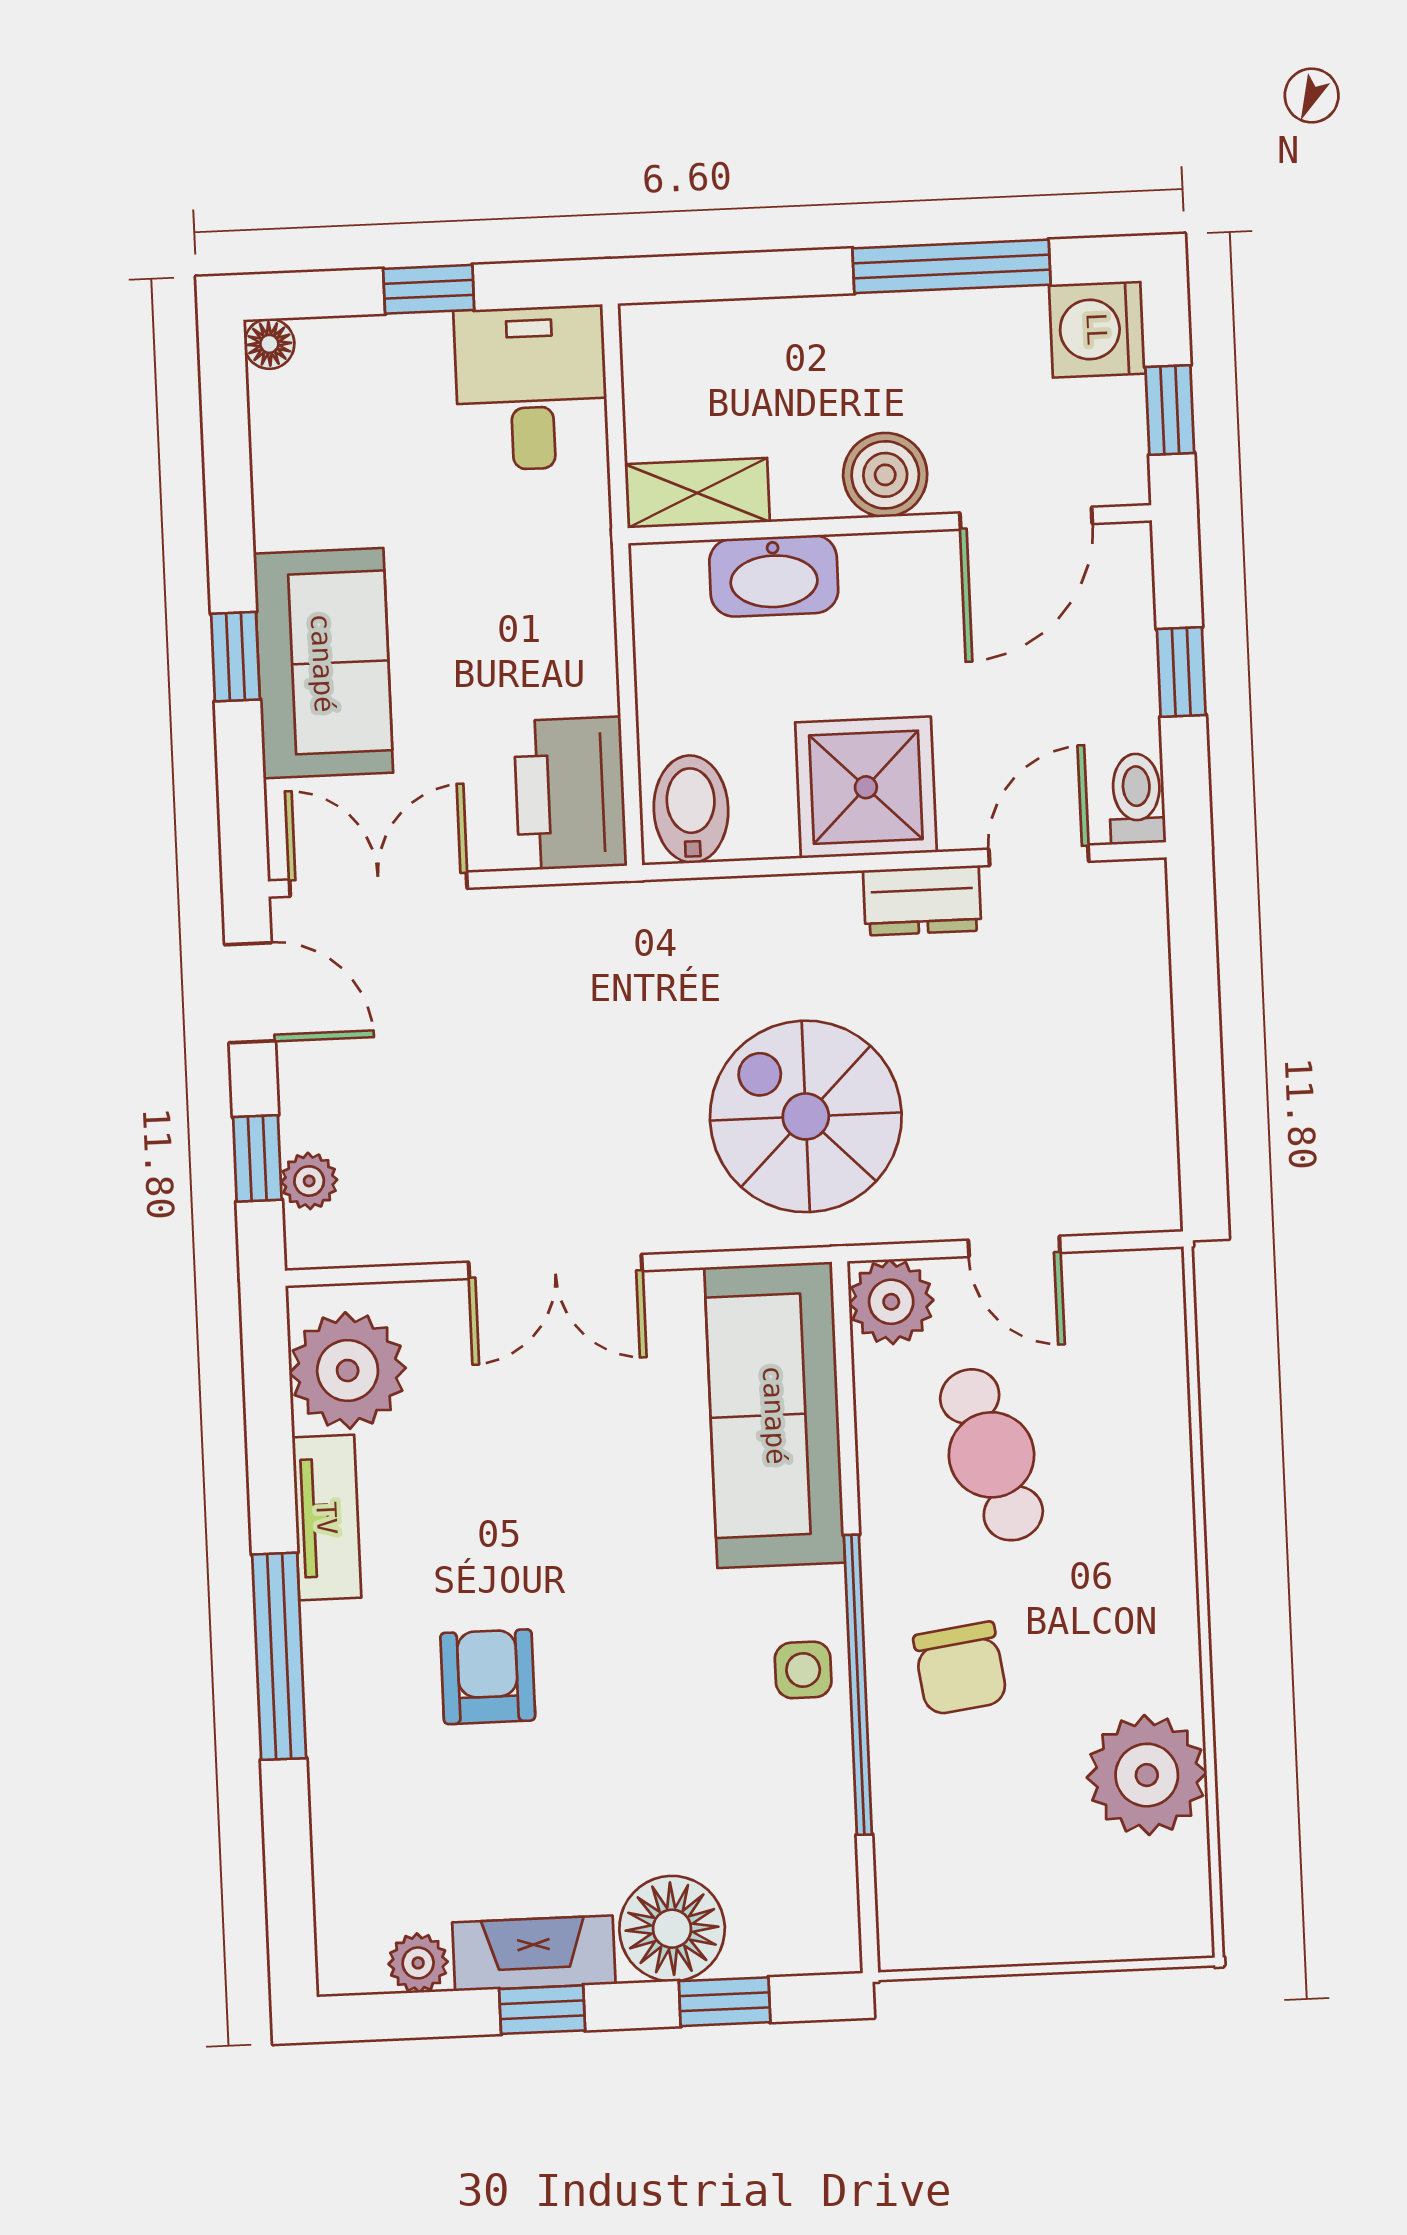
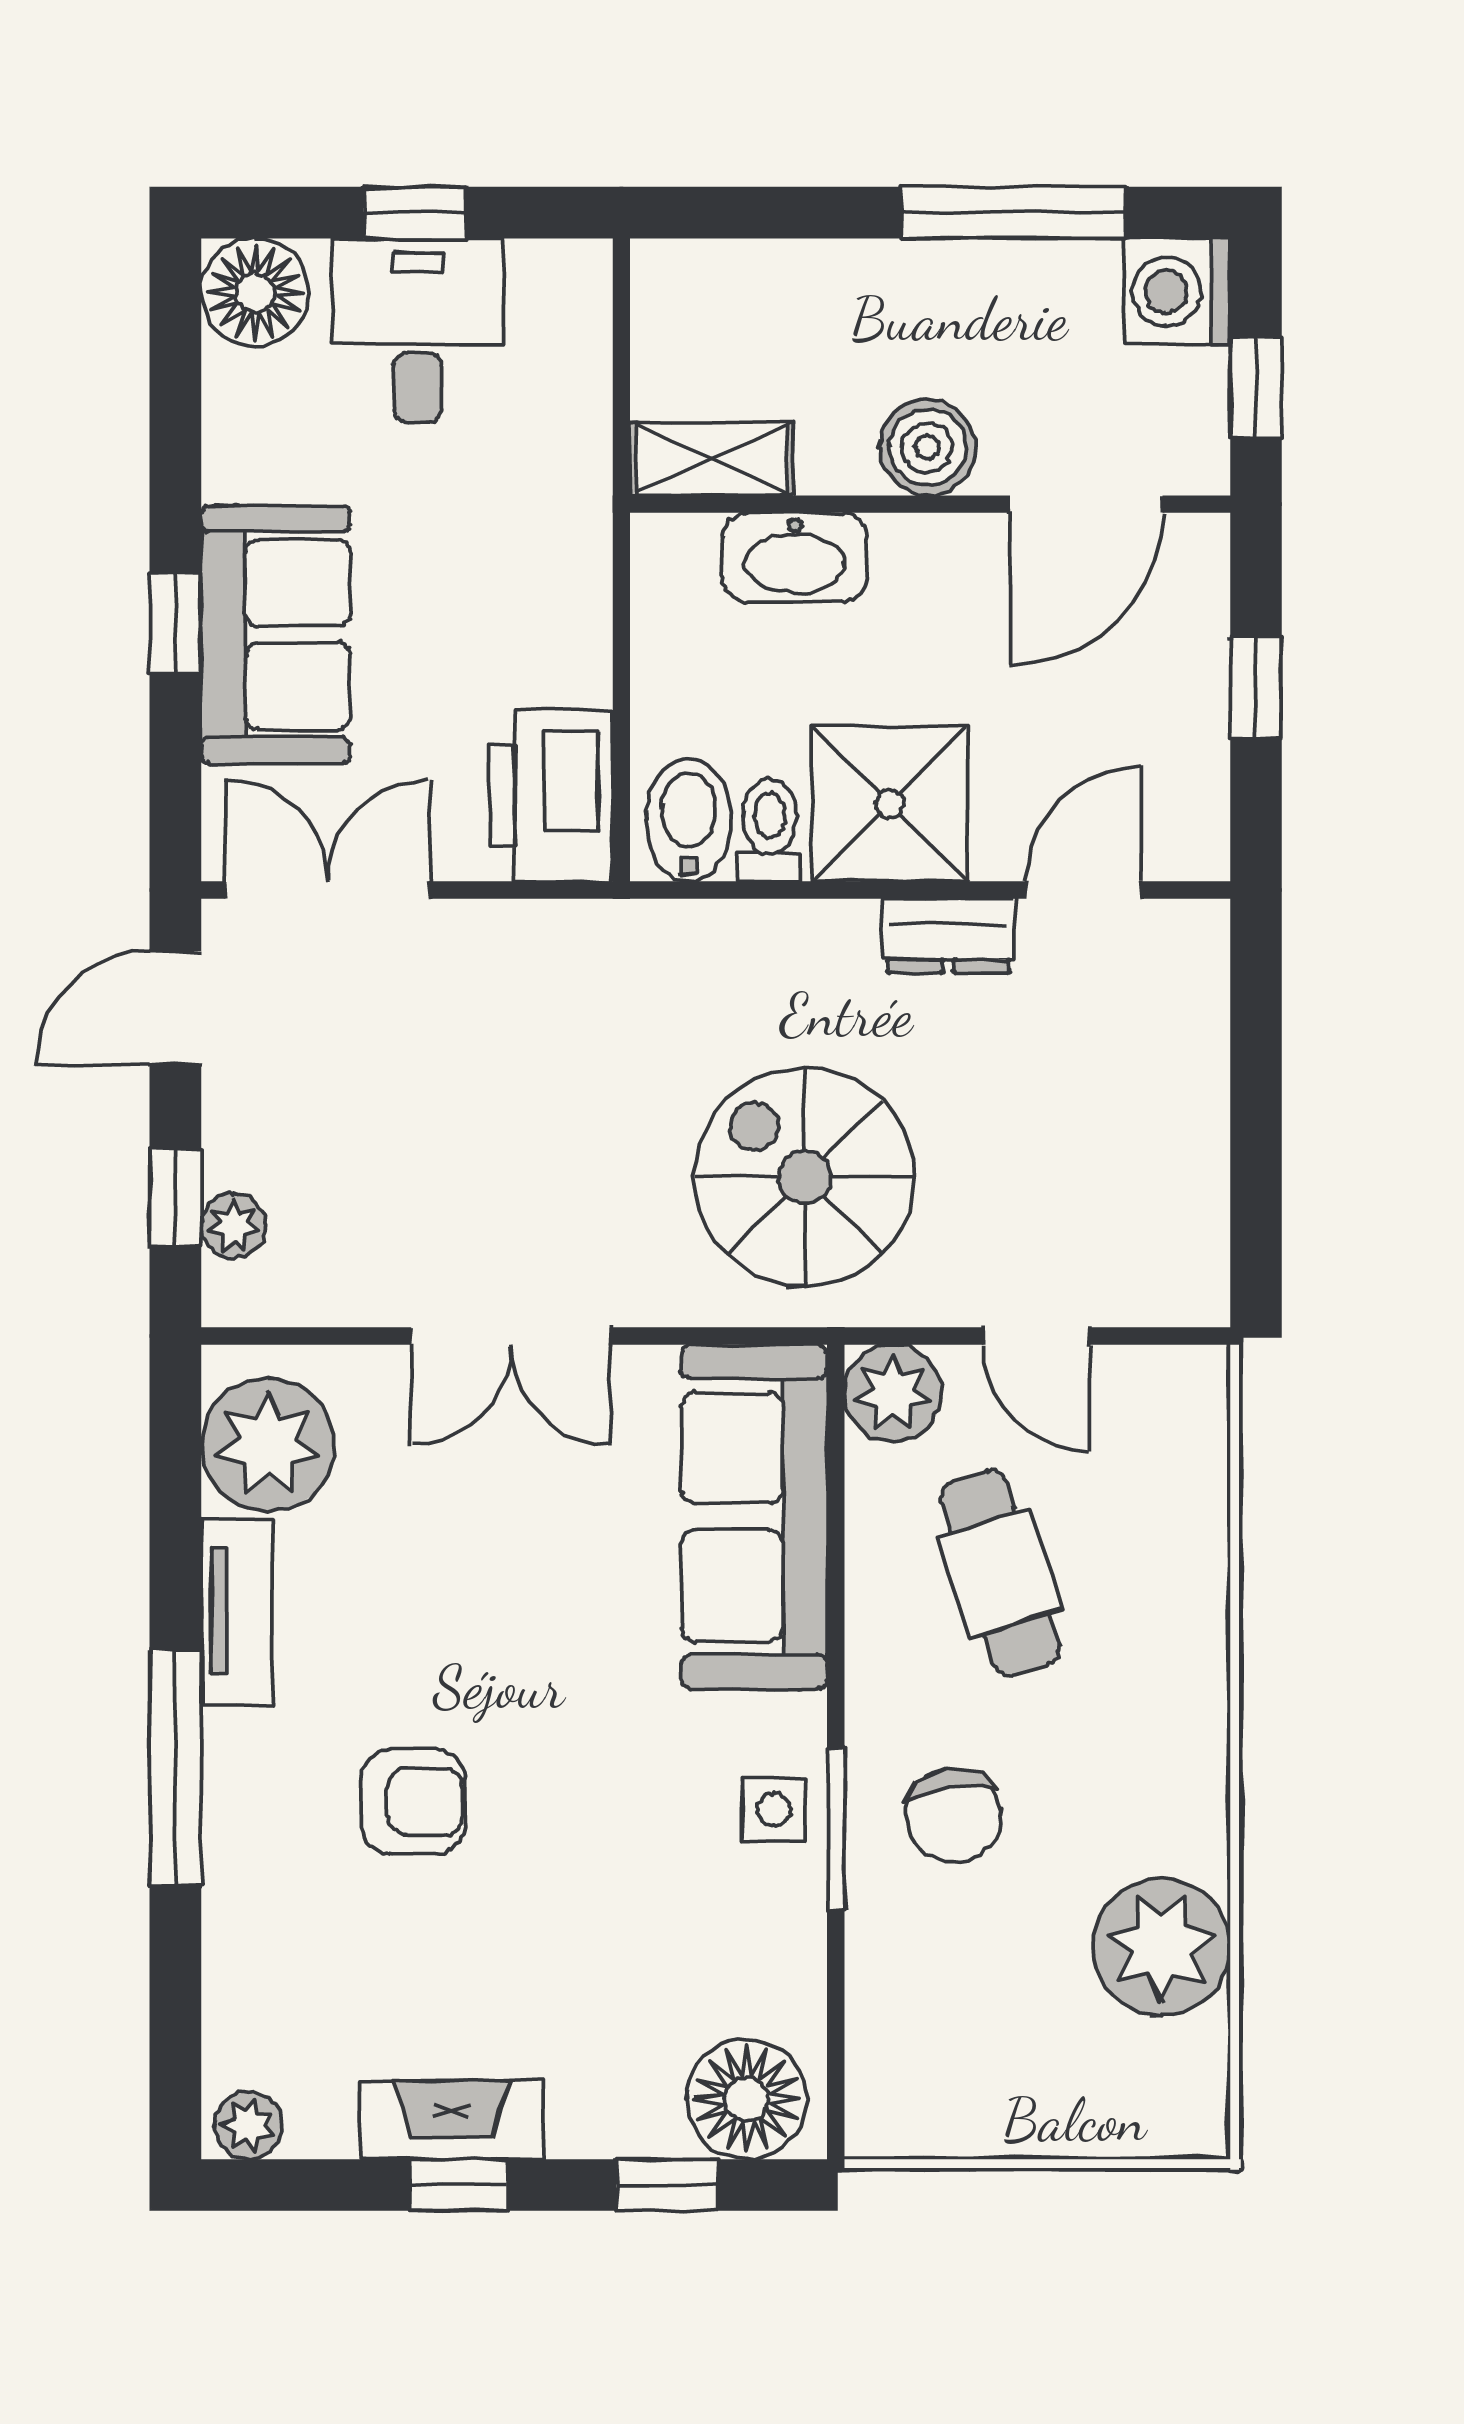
floor lamp: (269, 344) -> (255, 292), width x1.89, depth x1.89
desk: (531, 388) -> (418, 331), moved
toilet: (1137, 799) -> (770, 830), moved
door: (250, 993) -> (175, 1008), swing flipped
armchair: (488, 1677) -> (413, 1802), turned 90
window: (858, 1685) -> (836, 1829), width x0.47
floor lamp: (672, 1929) -> (747, 2099), moved
plant: (418, 1963) -> (249, 2125), moved

